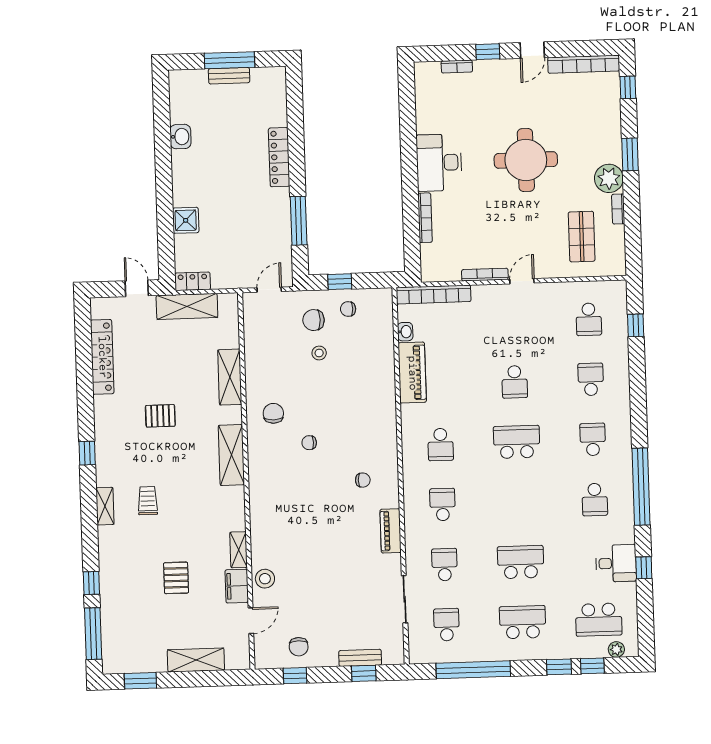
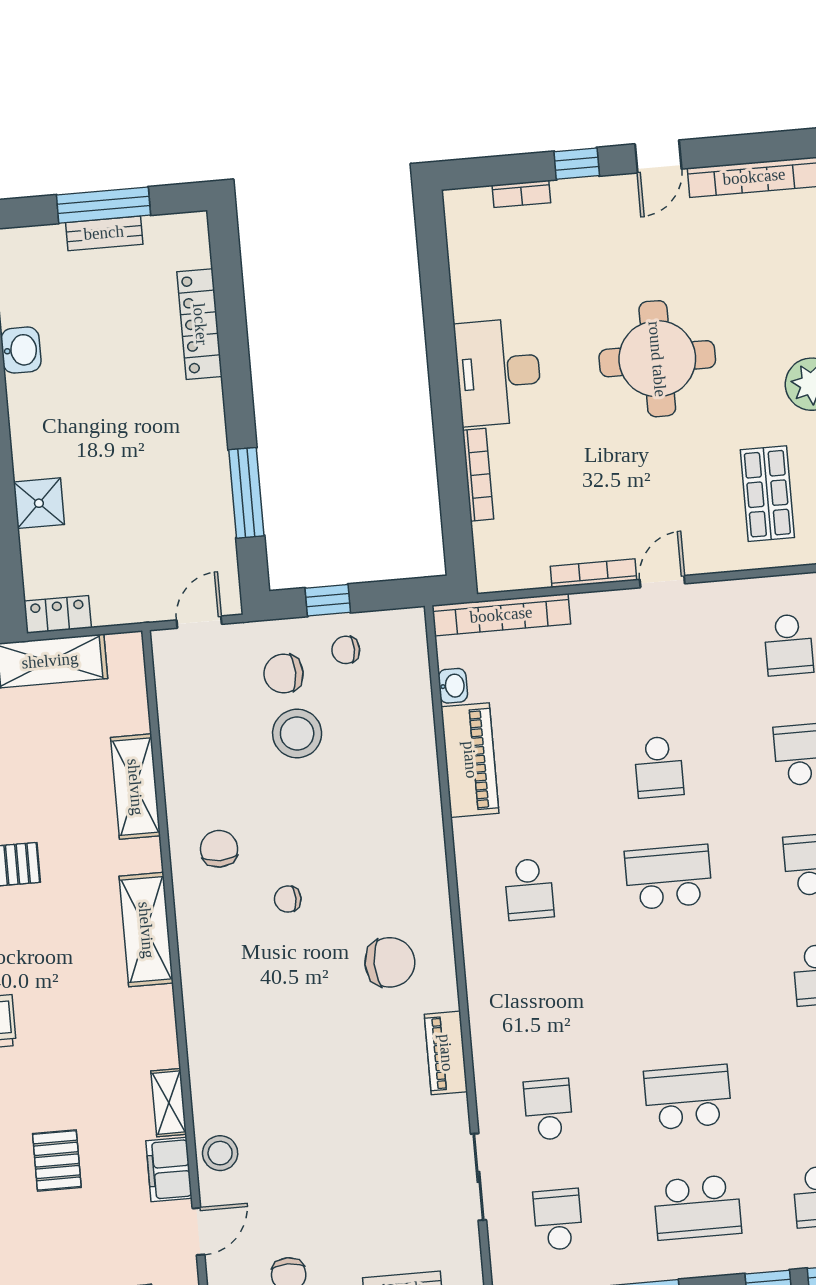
locker: (279, 157) -> (200, 324), moved
stool: (319, 353) -> (297, 733), width x1.89, depth x1.89
chair: (363, 480) -> (390, 962), width x1.87, depth x1.87
school desk: (443, 505) -> (539, 999), removed
school desk: (523, 622) -> (697, 1207), turned 180

